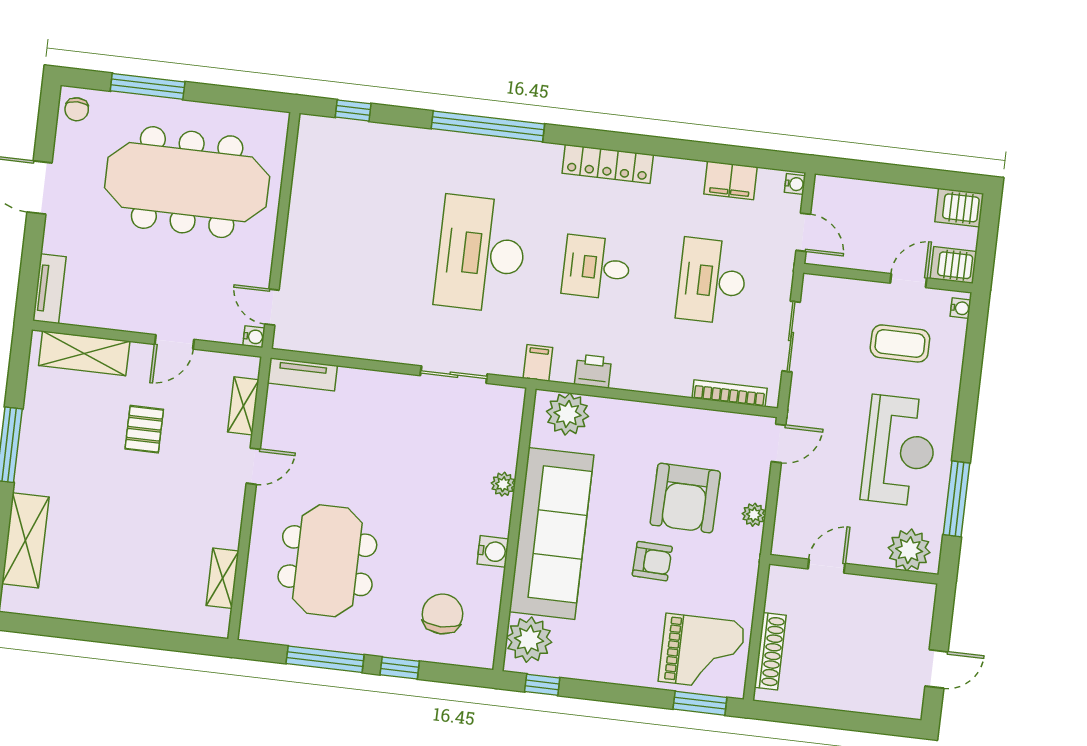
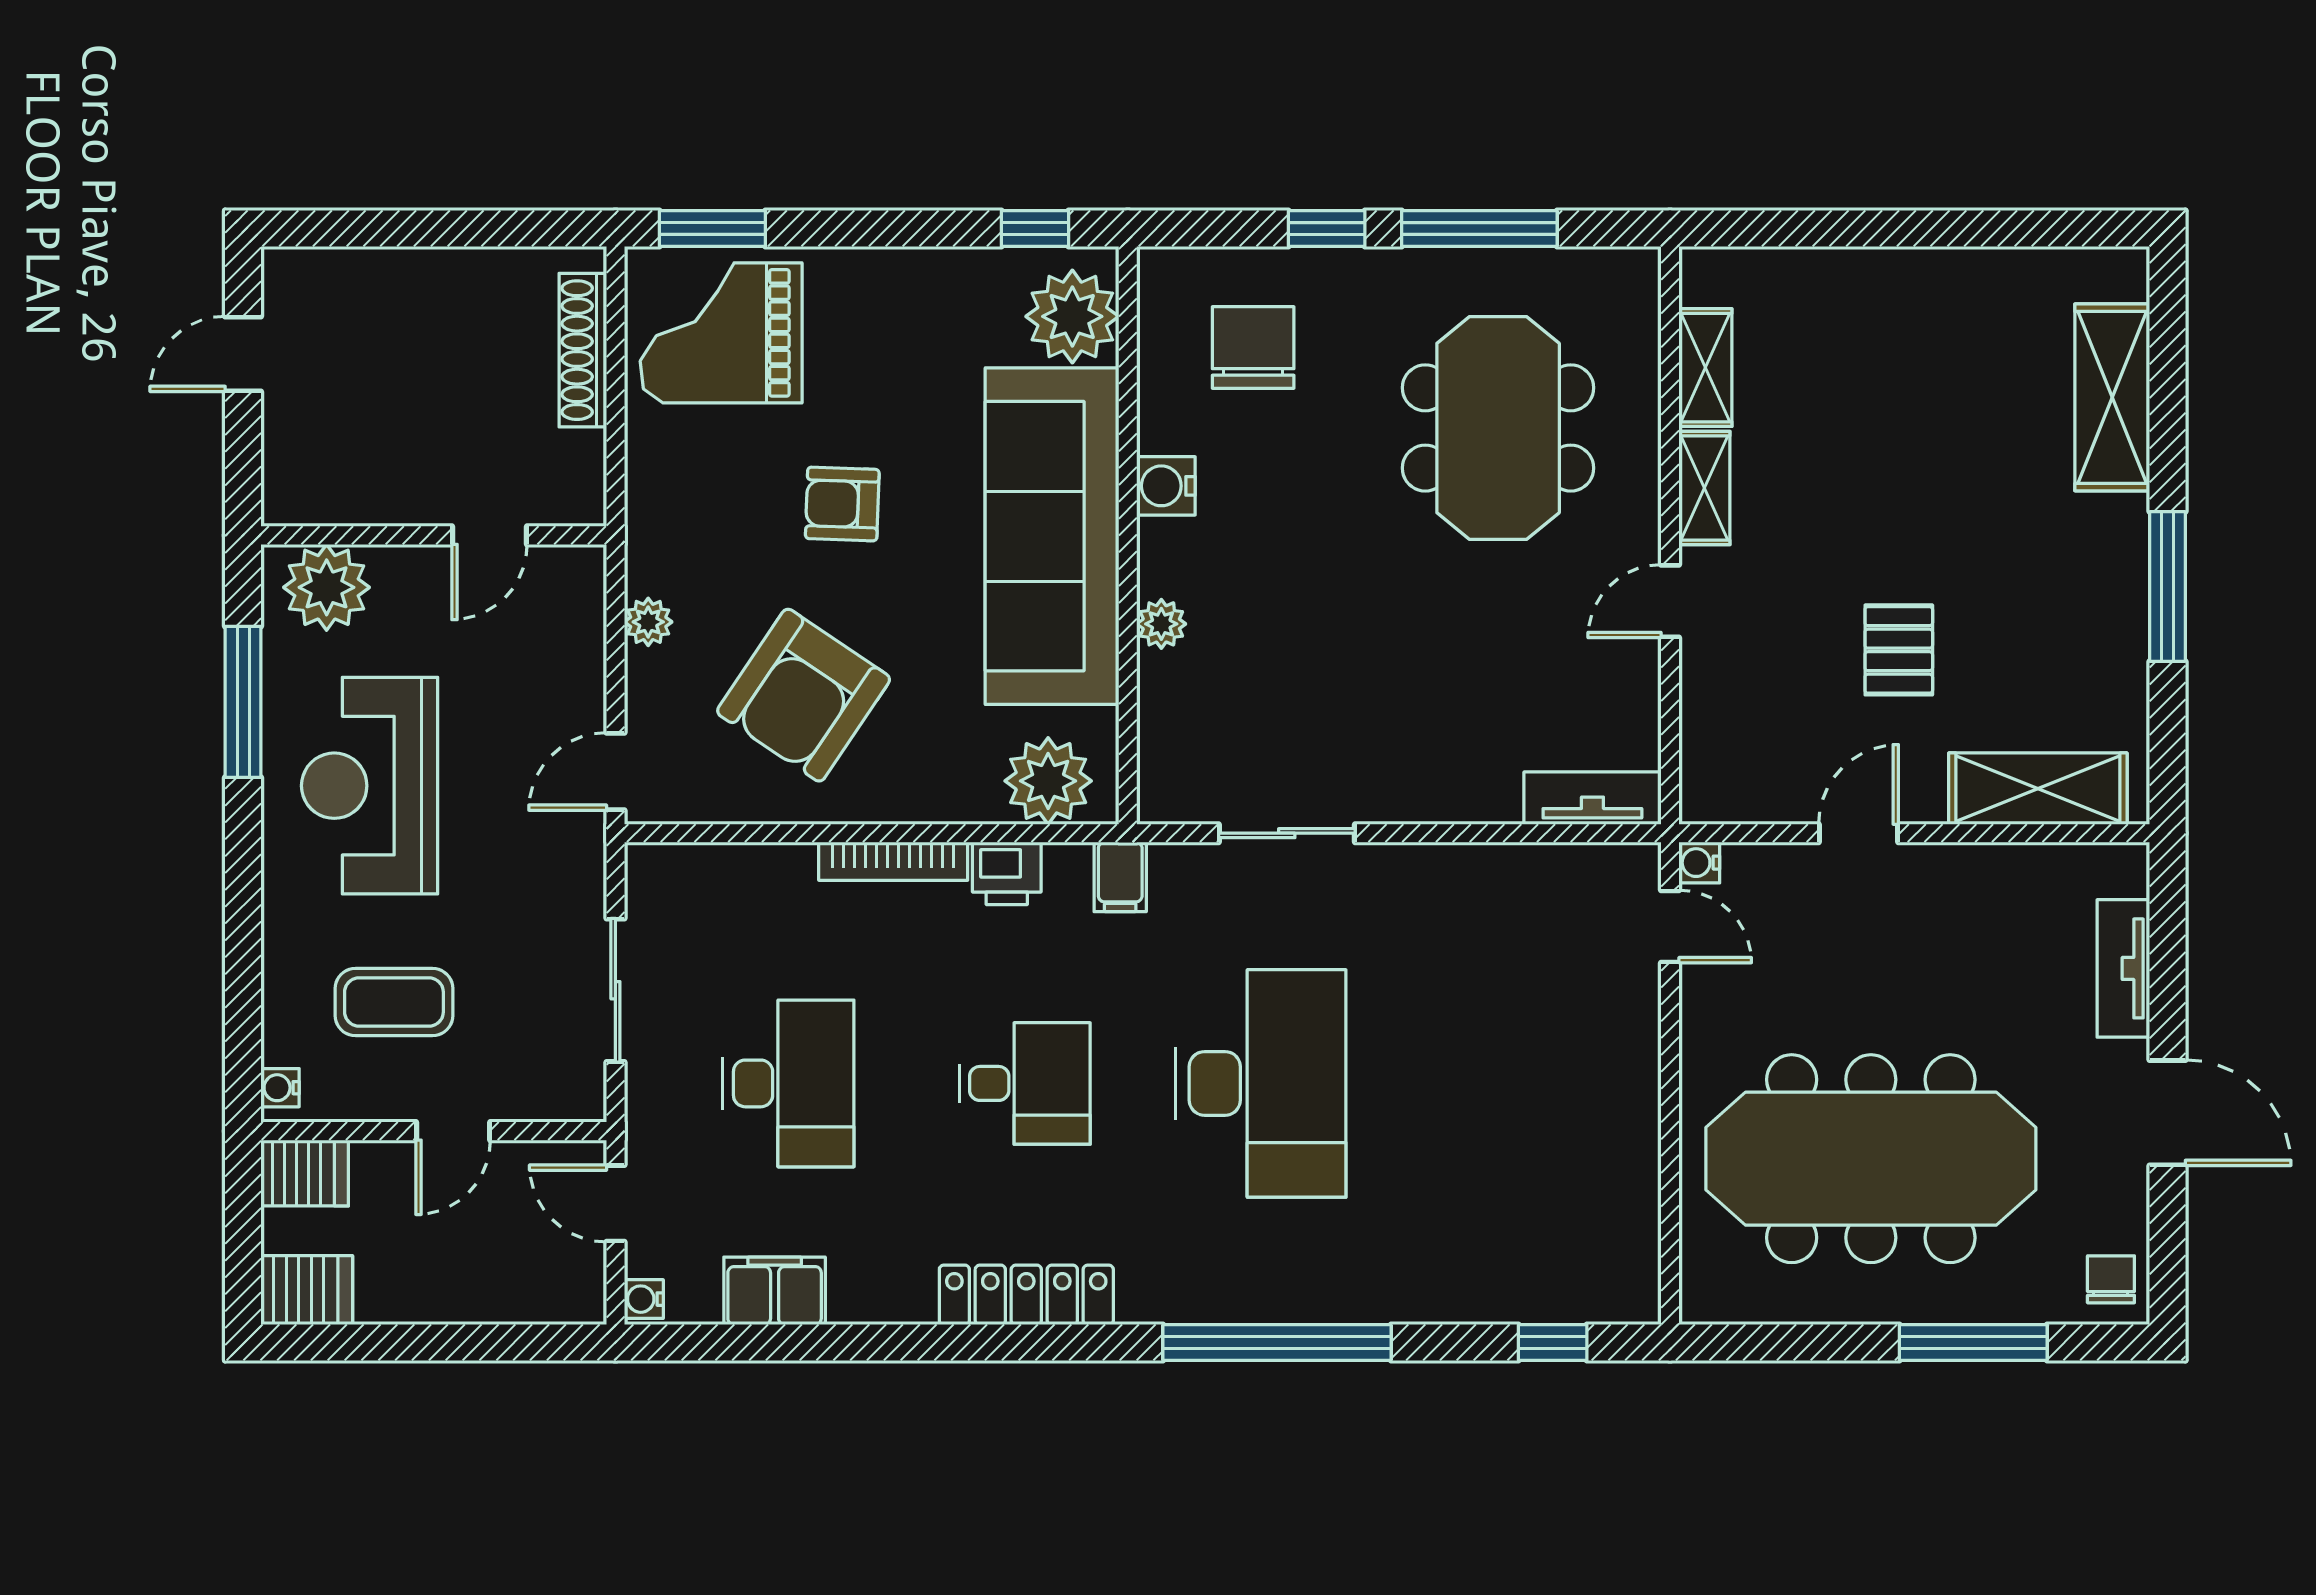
door: (908, 281) -> (453, 1131), moved
tv unit: (49, 289) -> (2123, 968), moved
bookcase: (730, 393) -> (893, 861), moved
shelving: (243, 406) -> (1704, 488), moved
armchair: (685, 498) -> (804, 695), moved, turned -147
chair: (442, 614) -> (1253, 348), turned 180

